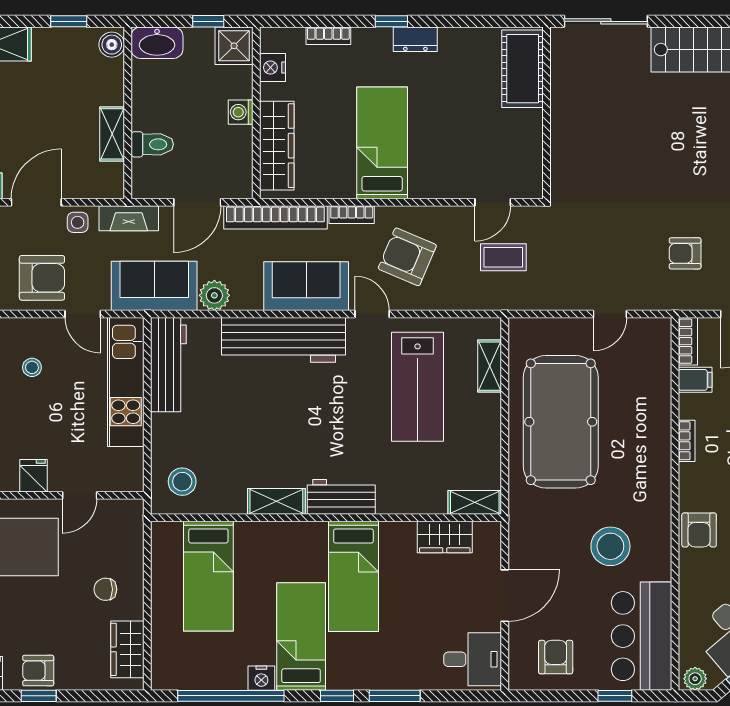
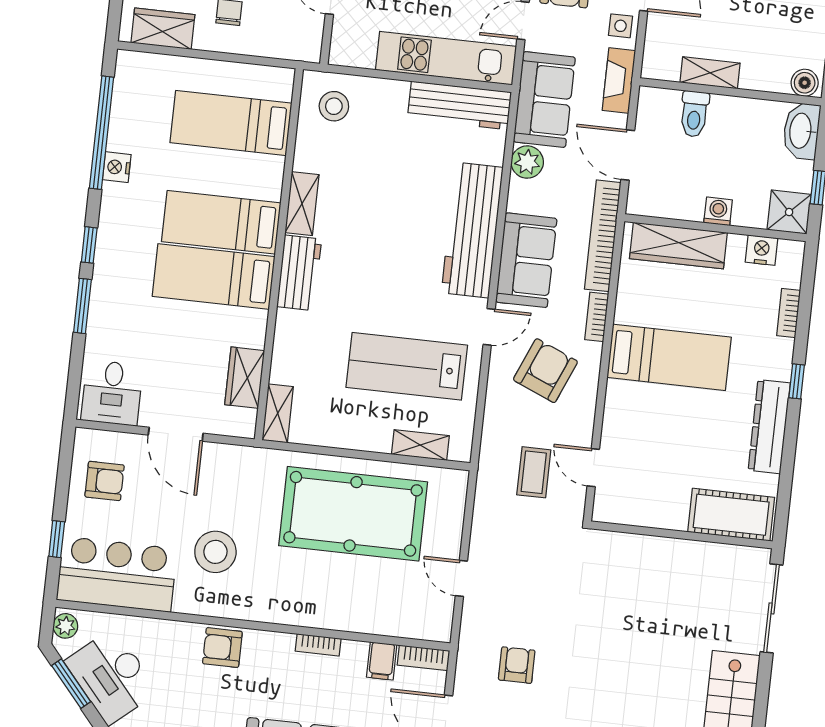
dresser: (415, 39) -> (769, 427), width x1.96, depth x1.24
bed: (301, 636) -> (221, 222), moved, turned 180

